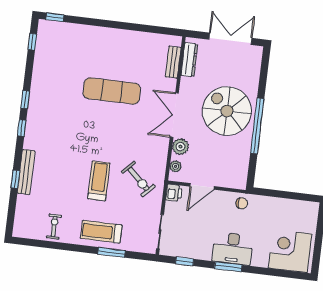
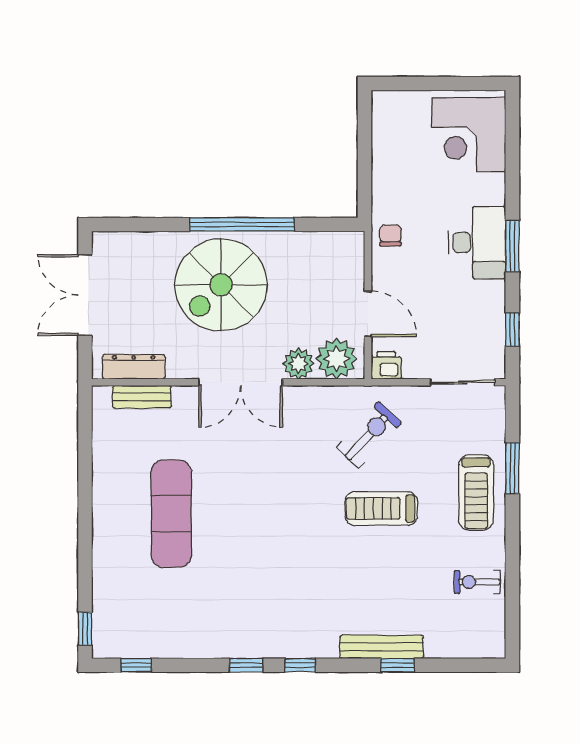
exercise mat: (112, 91) -> (171, 514), moved
plant: (176, 166) -> (337, 359), width x1.87, depth x1.87

